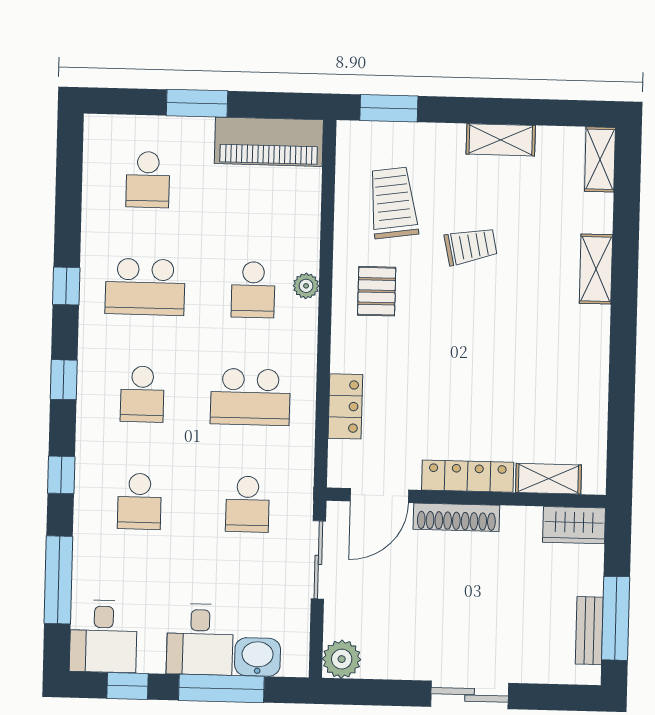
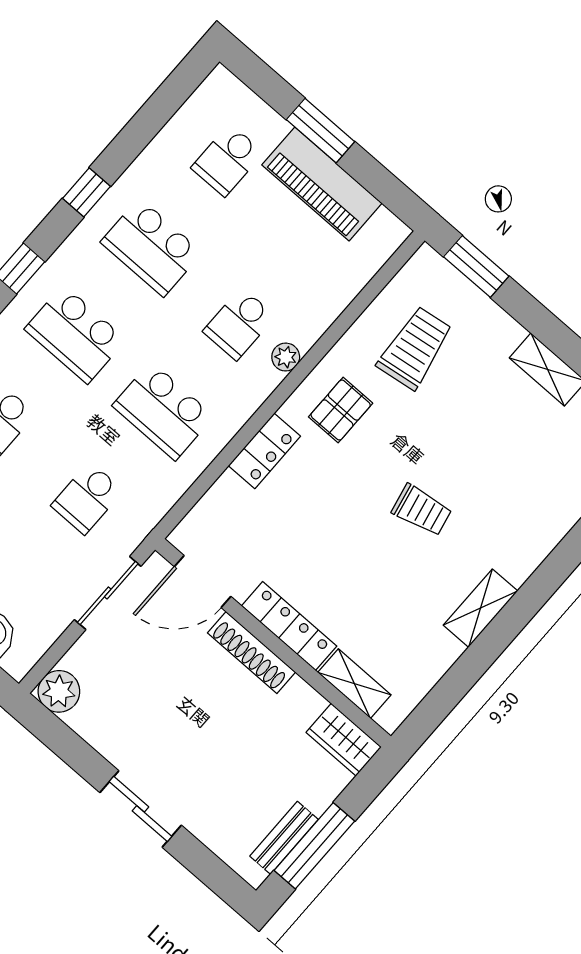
piano: (269, 142) -> (322, 184), moved
trolley: (471, 246) -> (422, 510), moved
shelving: (596, 269) -> (480, 608), moved
school desk: (142, 394) -> (75, 334), width x1.85
locker: (345, 406) -> (264, 451), moved

